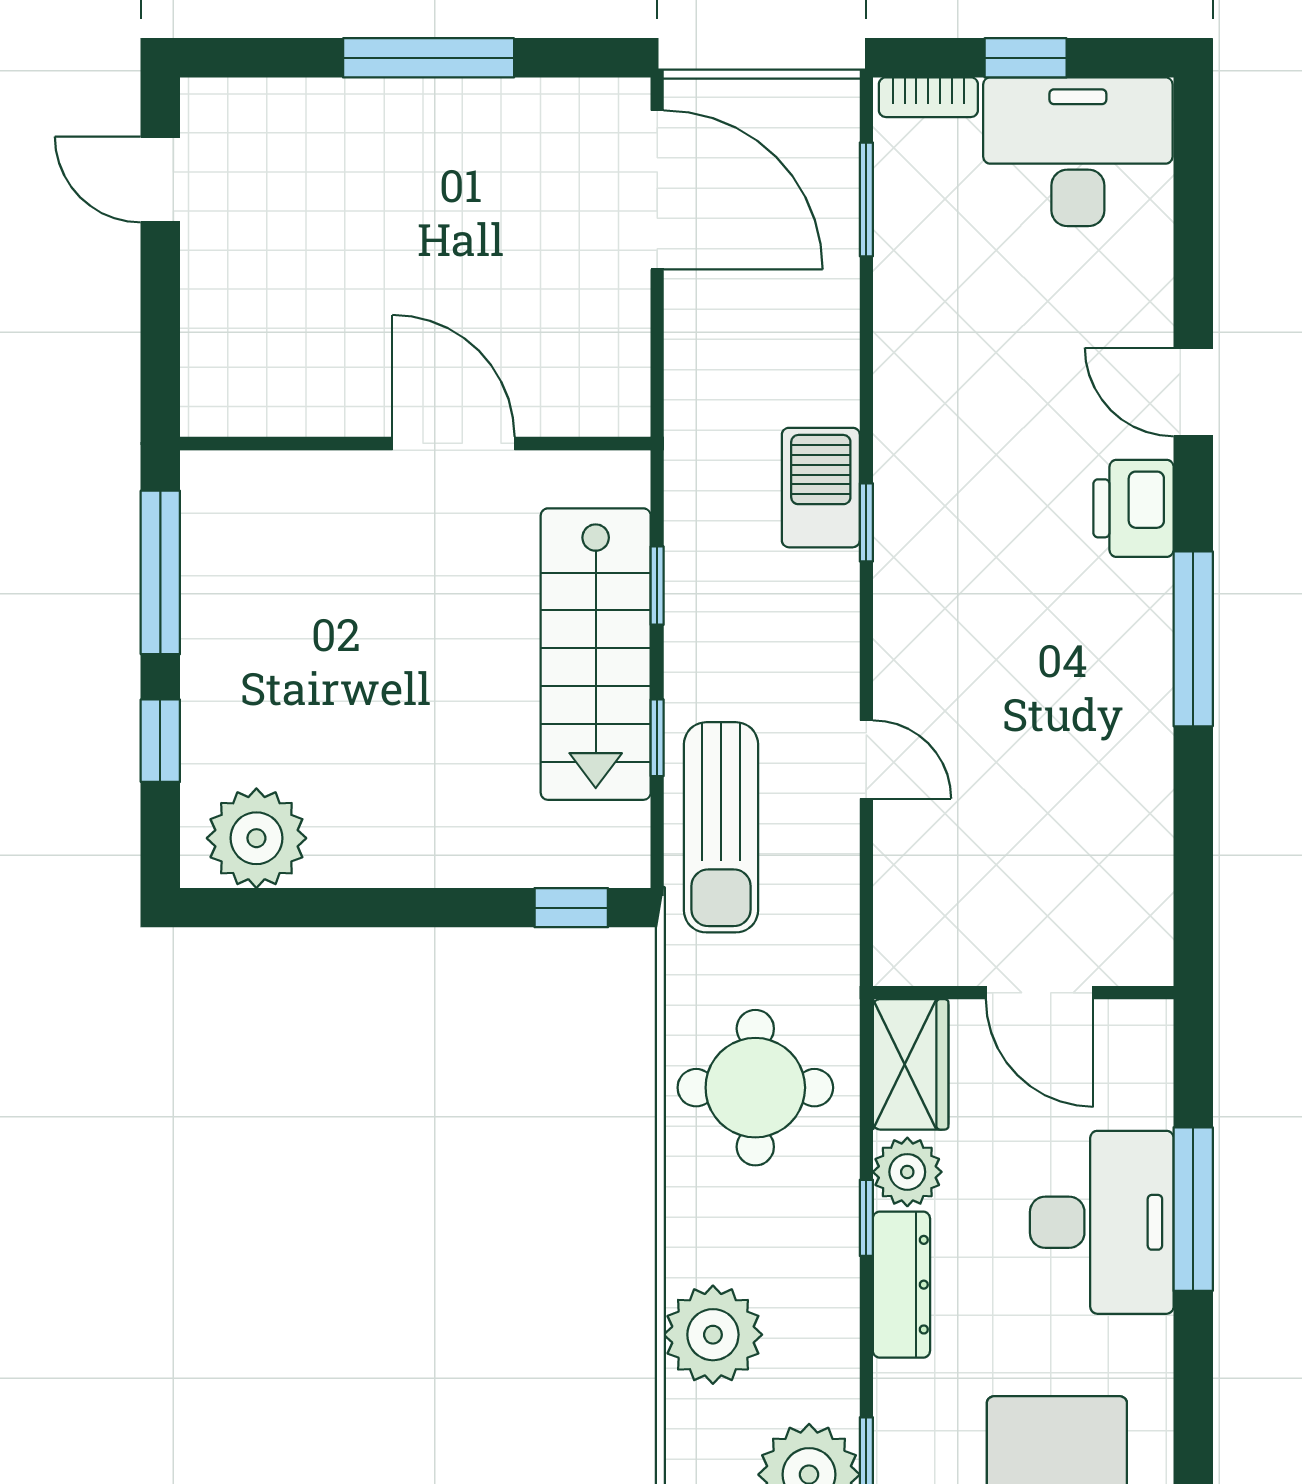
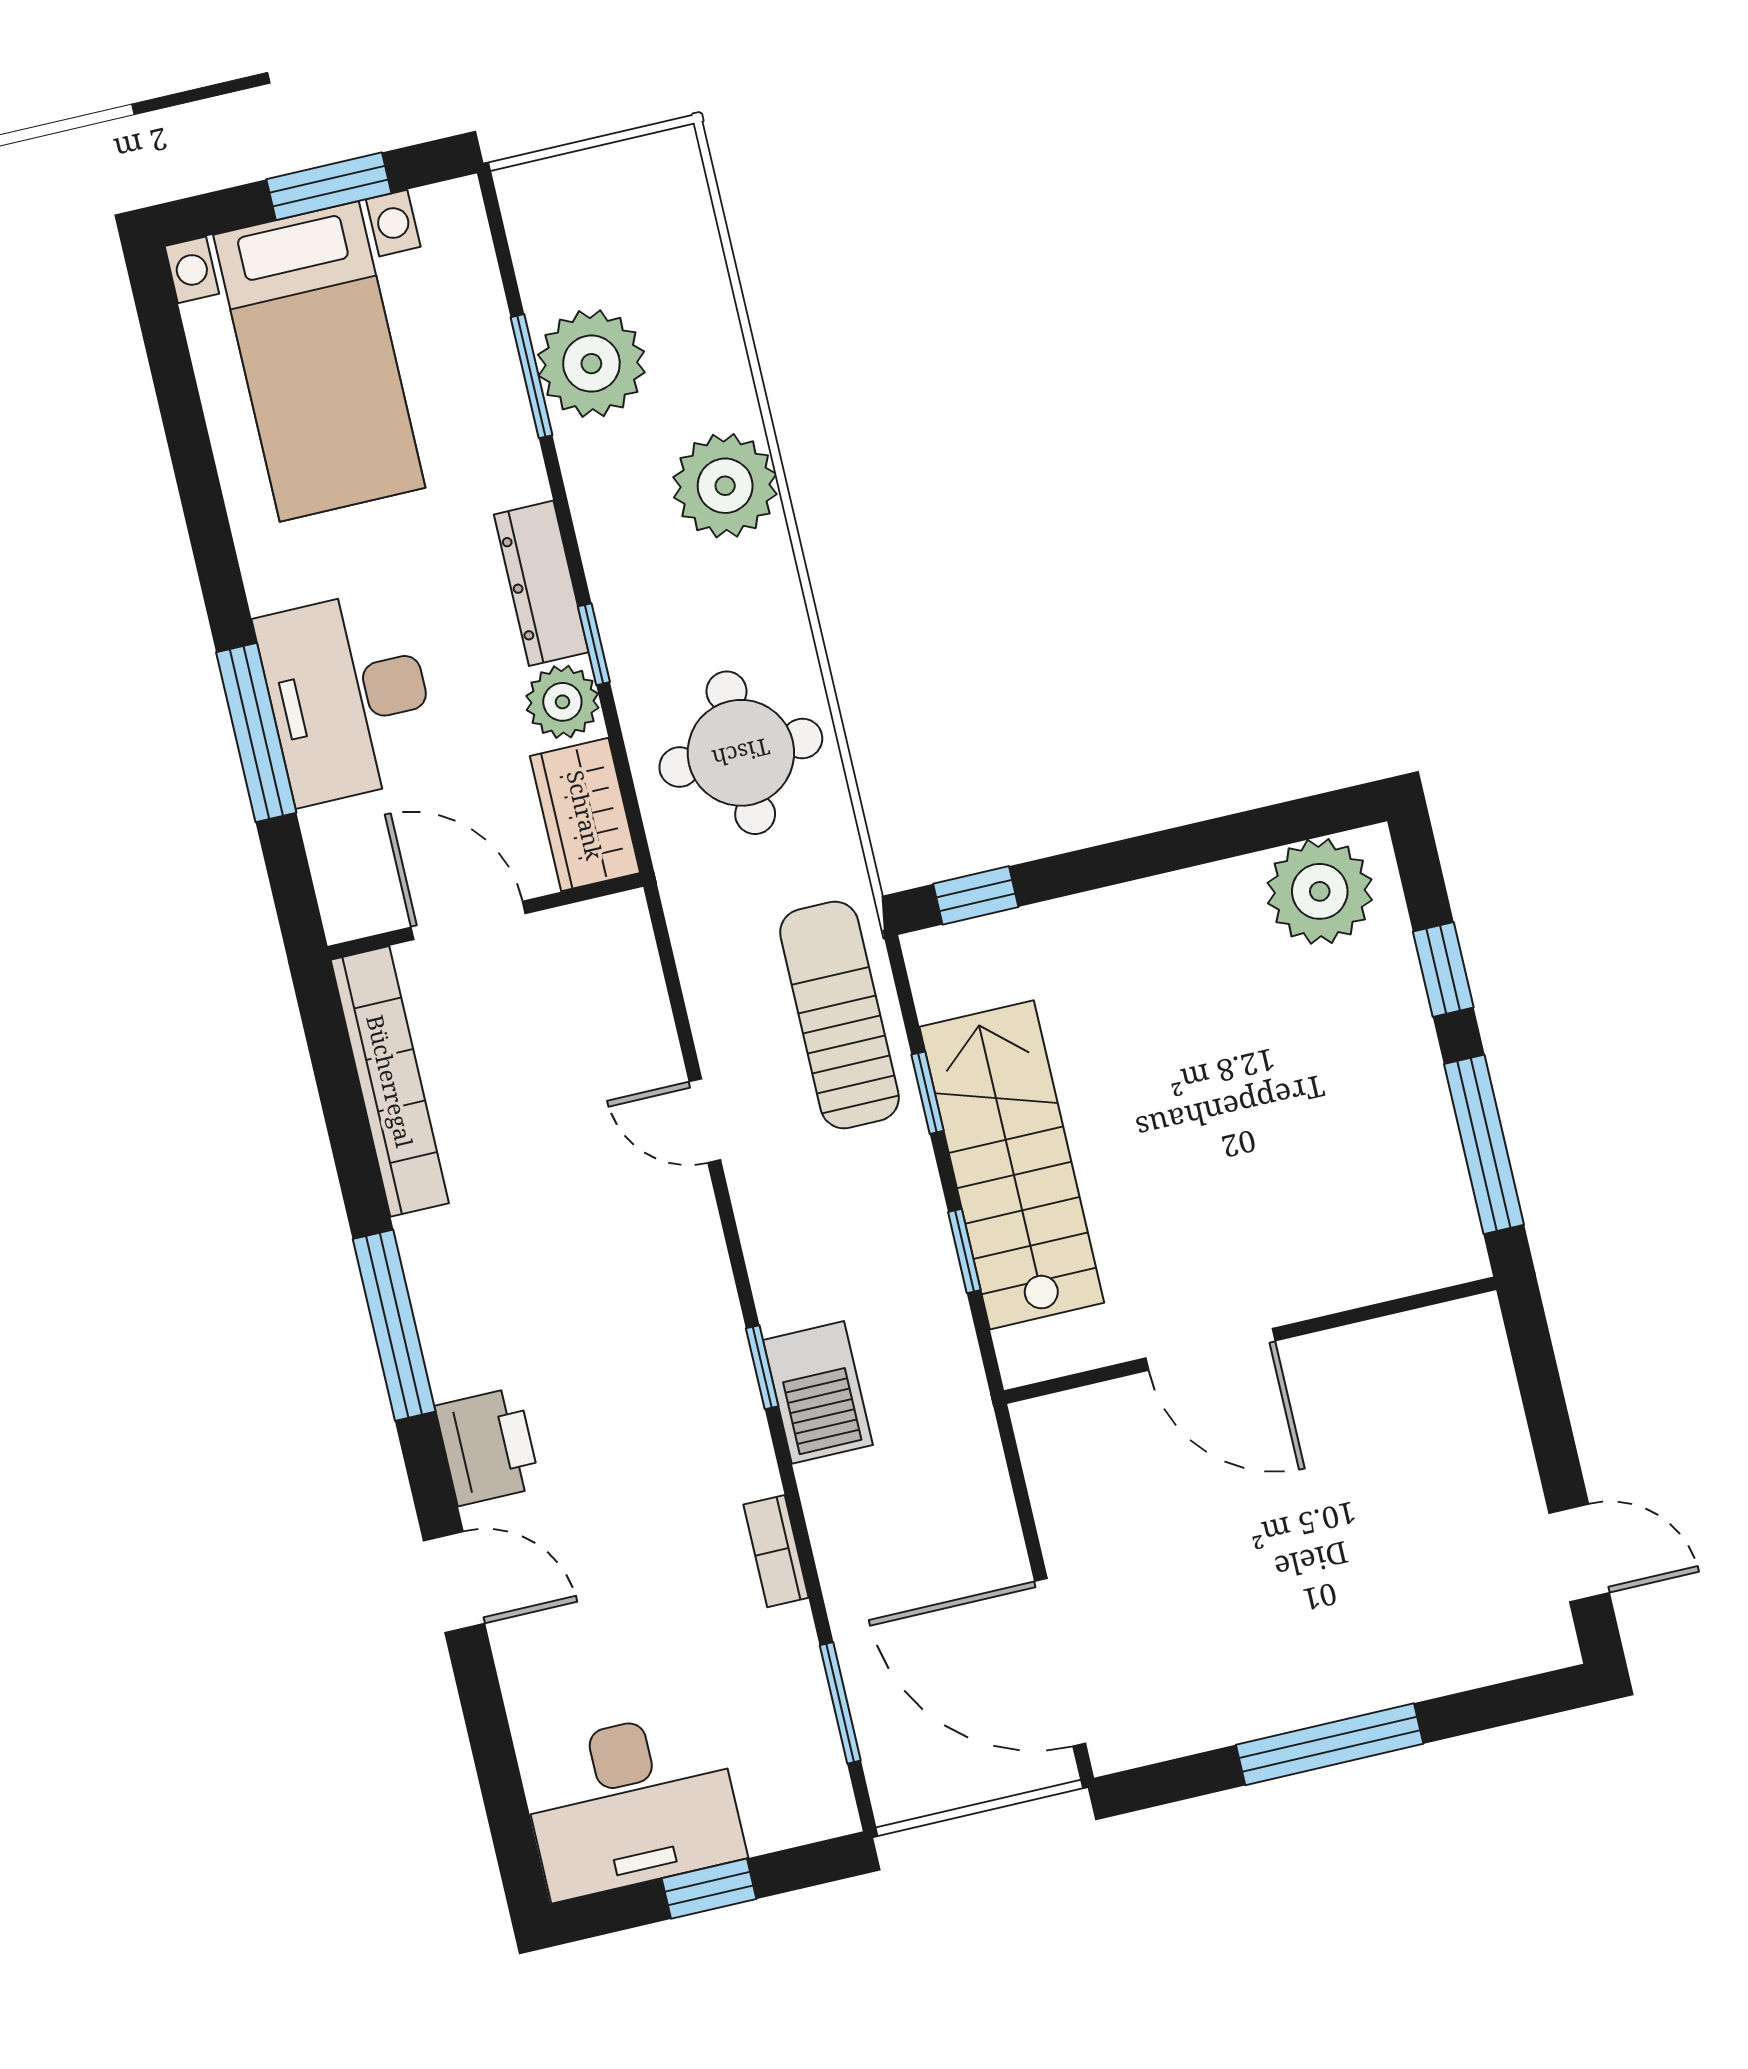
bookcase: (928, 97) -> (776, 1551), moved, turned -90
bookcase: (1145, 862) -> (390, 1081), added

